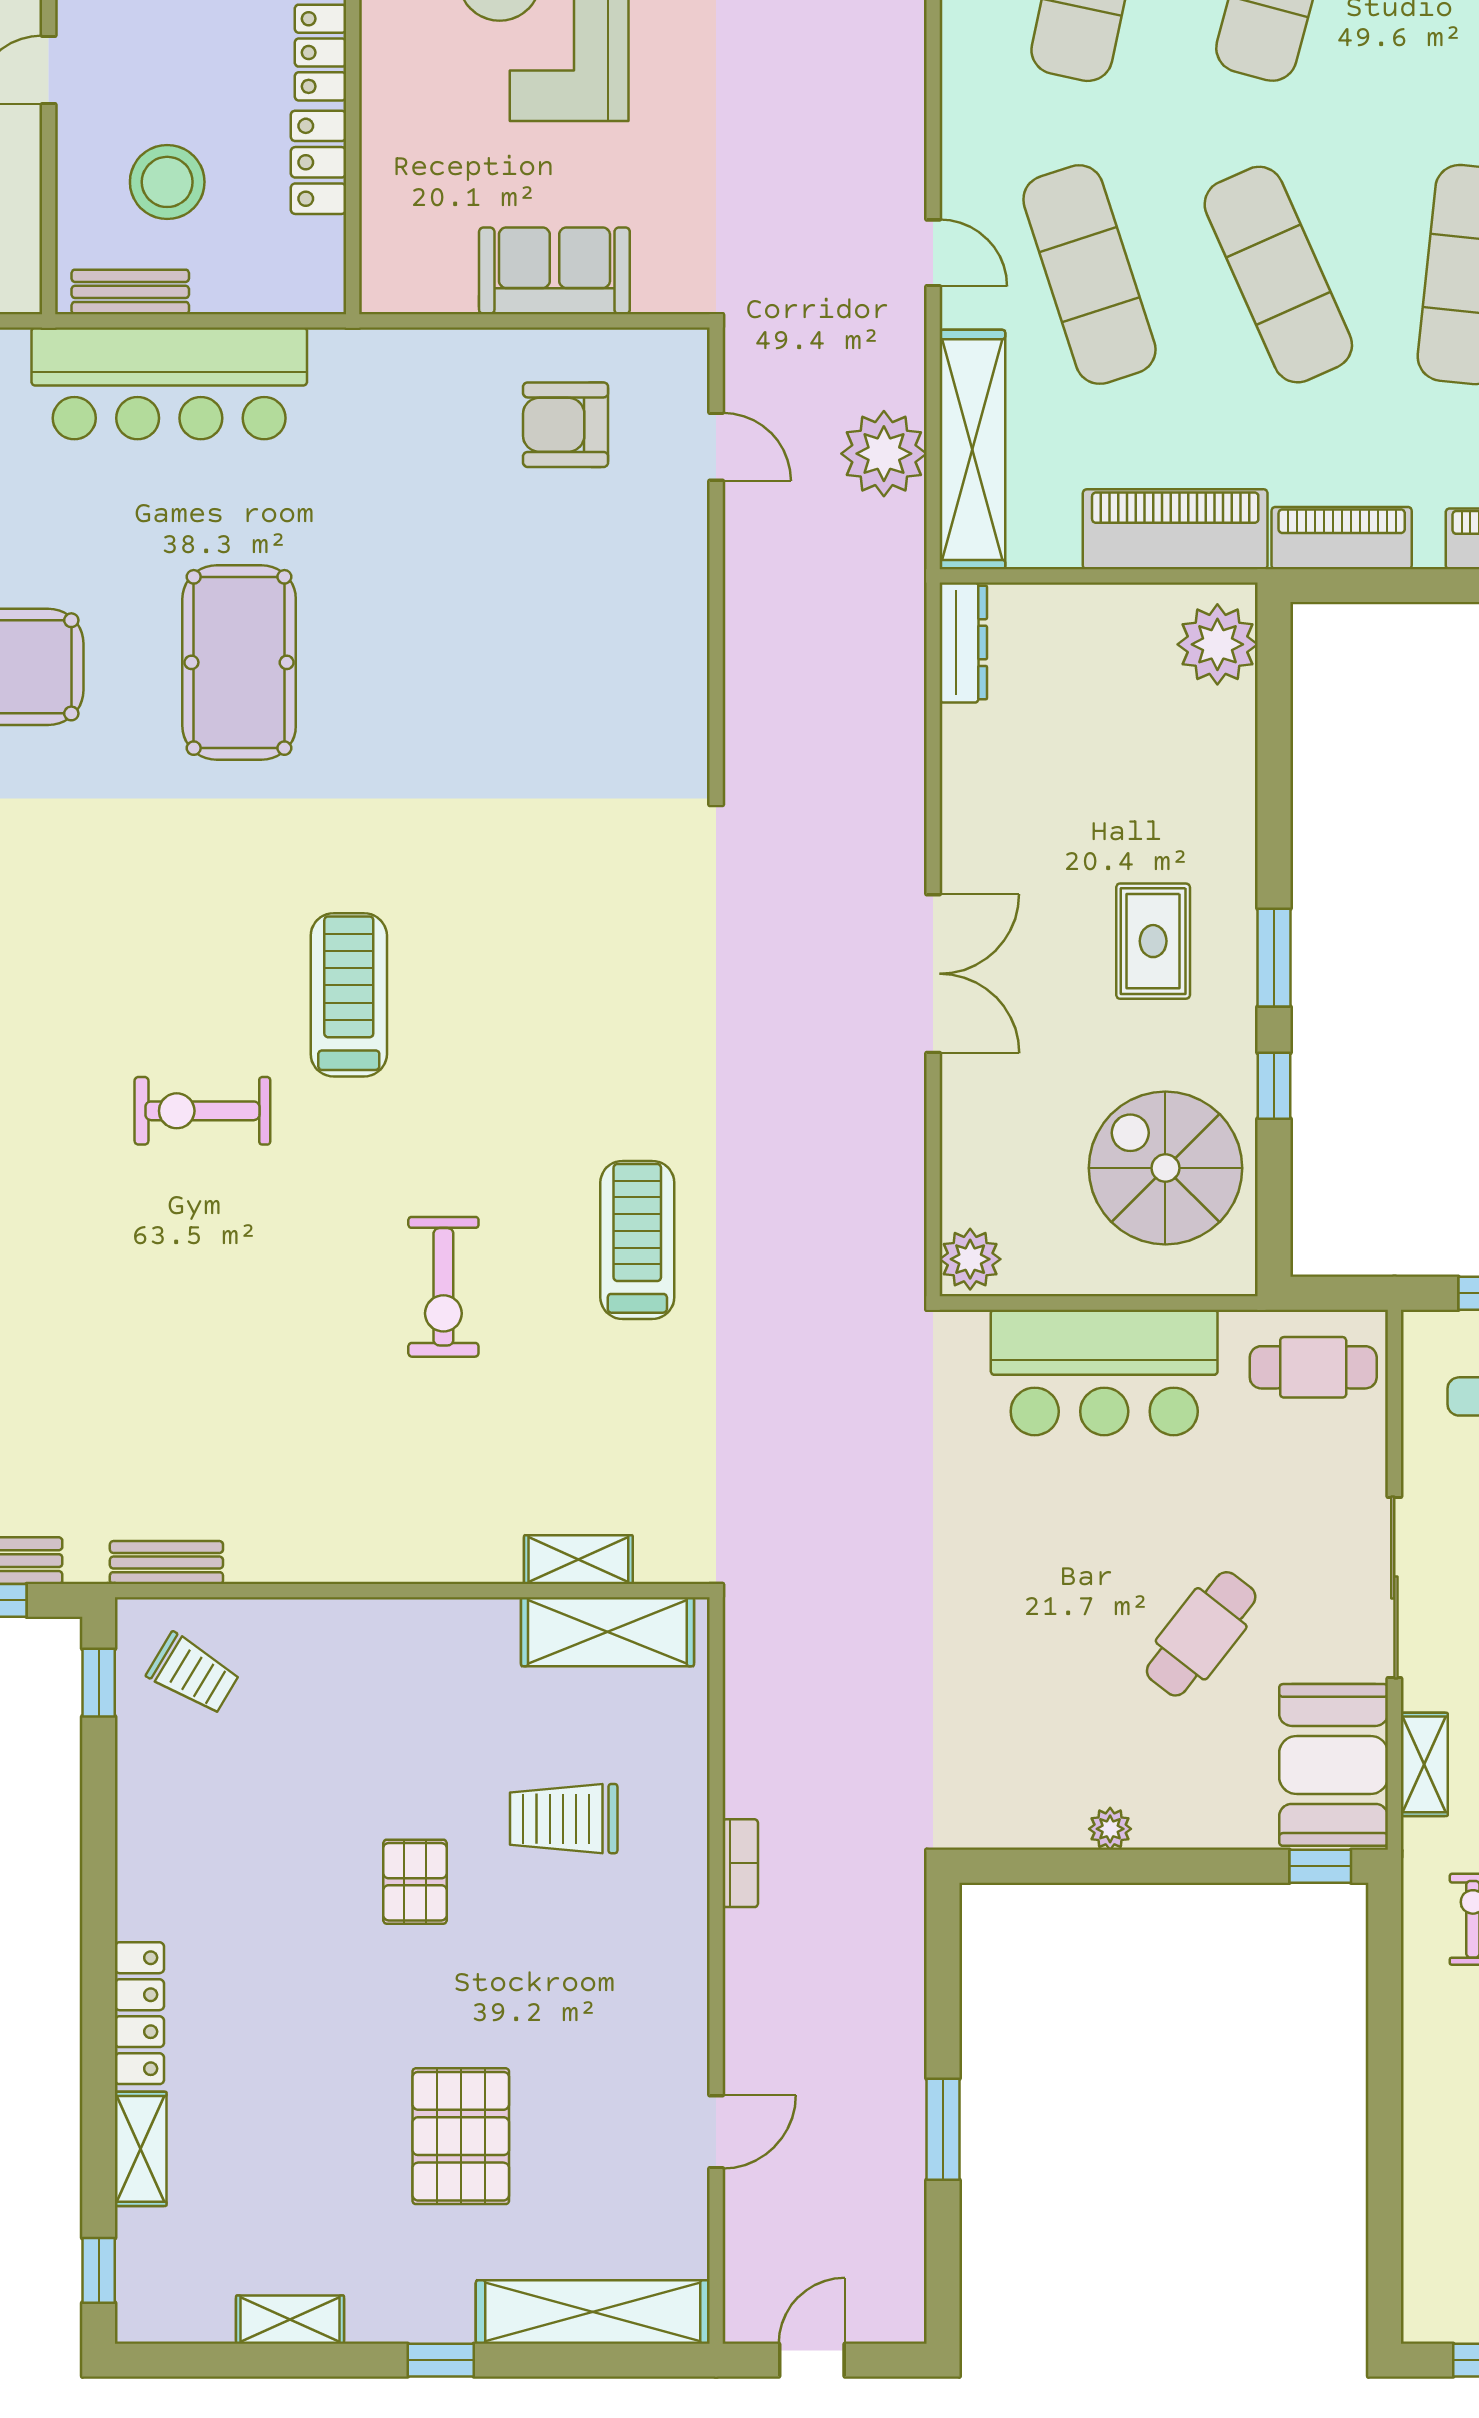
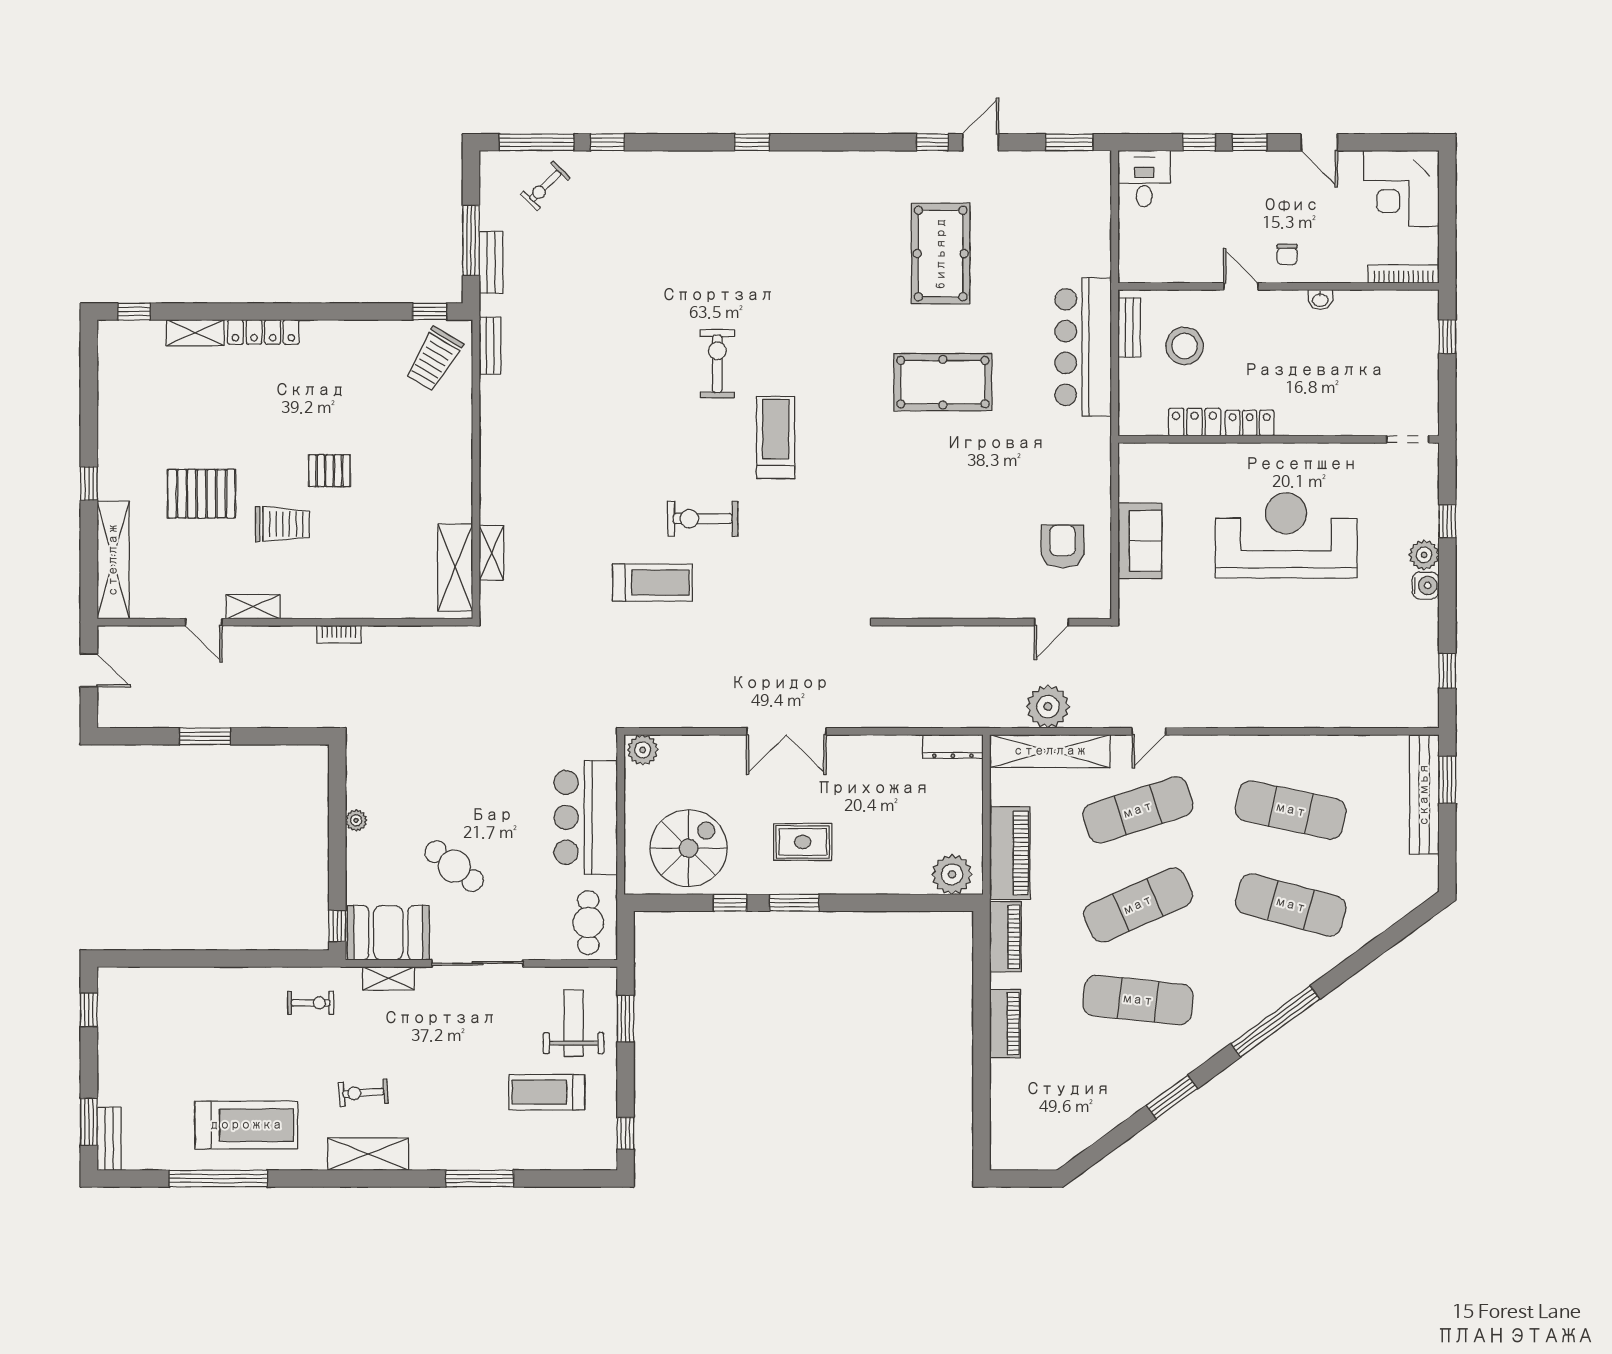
treadmill: (349, 995) -> (776, 437), turned -90
exercise bike: (443, 1287) -> (703, 519), moved
trolley: (193, 1674) -> (434, 359), width x1.36, depth x1.39
trolley: (564, 1819) -> (282, 524), moved, turned 90
shelving: (290, 2320) -> (253, 607), moved, turned 90

